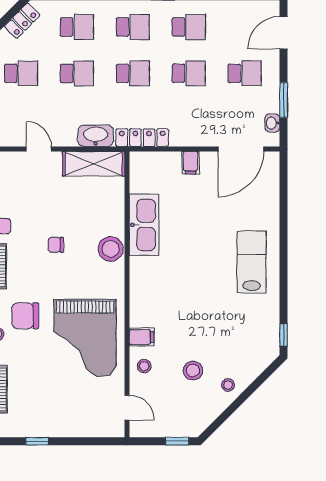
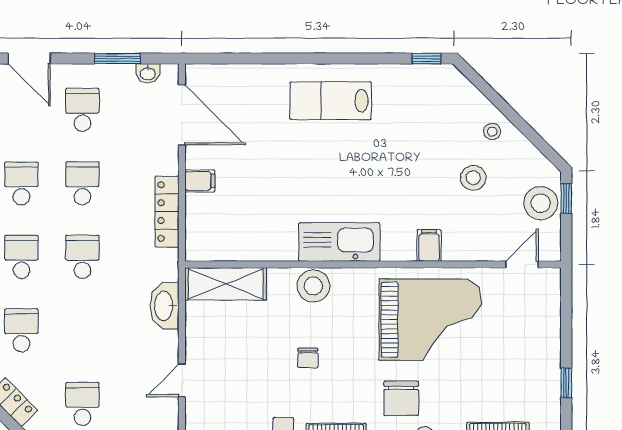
school desk: (77, 73) -> (82, 330), removed
locker: (142, 138) -> (167, 212), moved
shelving: (94, 164) -> (226, 284), moved, turned 90
kitchen sink: (144, 225) -> (339, 242), moved
stool: (144, 366) -> (541, 203), moved, width x1.89, depth x1.89

